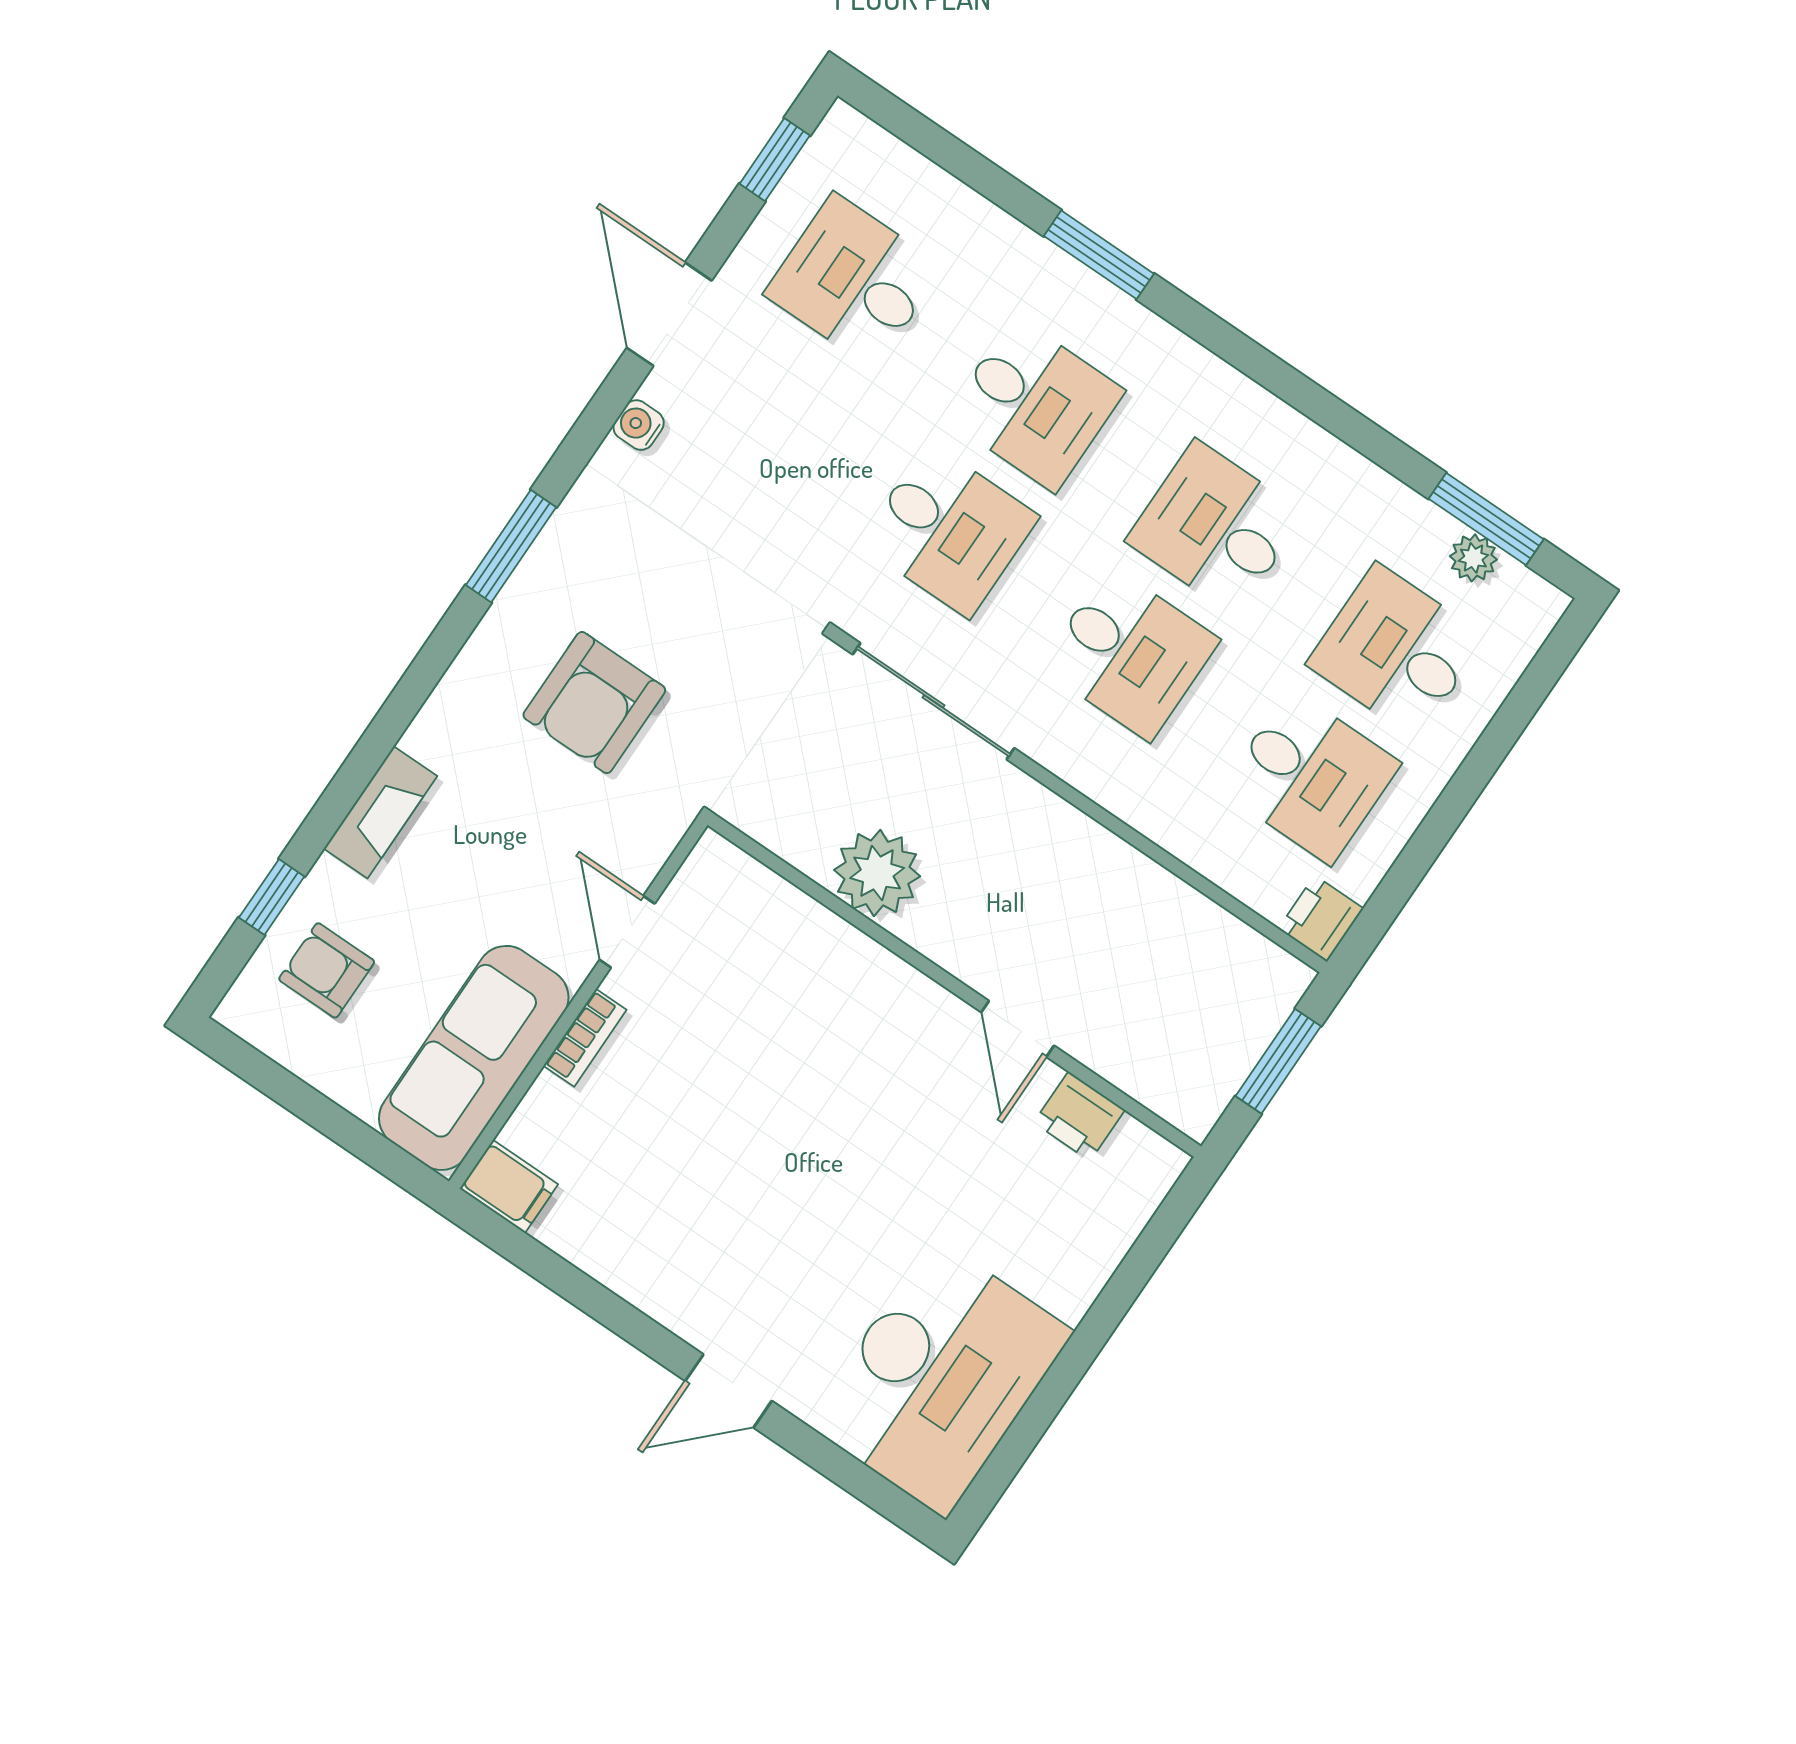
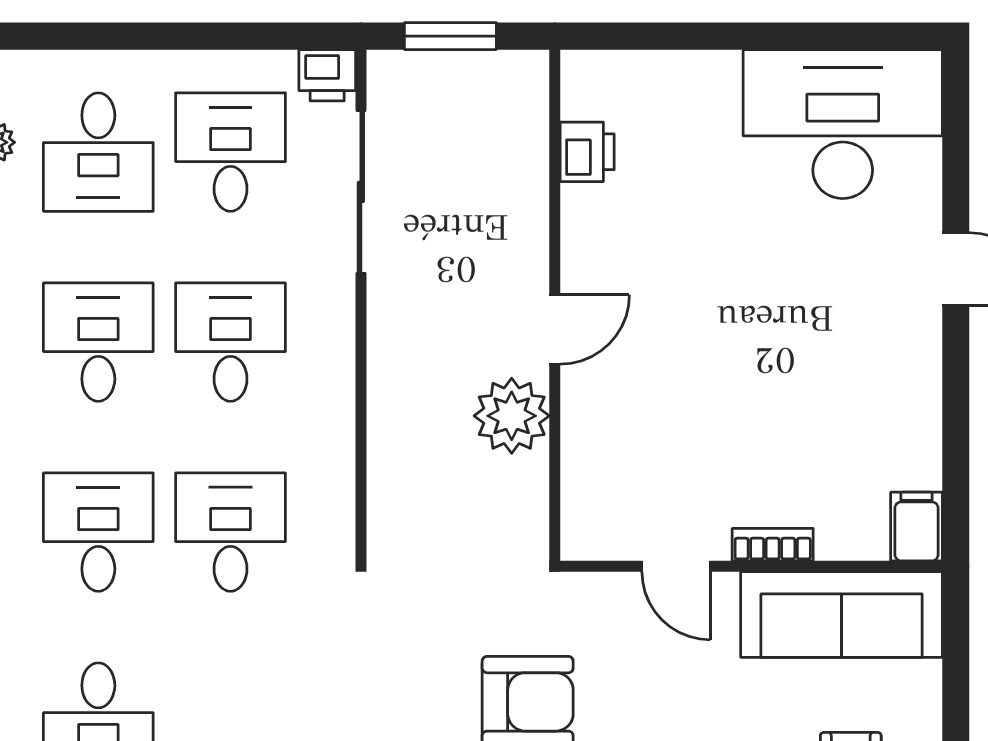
desk: (1216, 527) -> (98, 342), turned 180
sliding door: (934, 701) -> (361, 192), moved
door: (627, 932) -> (676, 566), hinge flipped
door: (1018, 1029) -> (555, 330), moved

